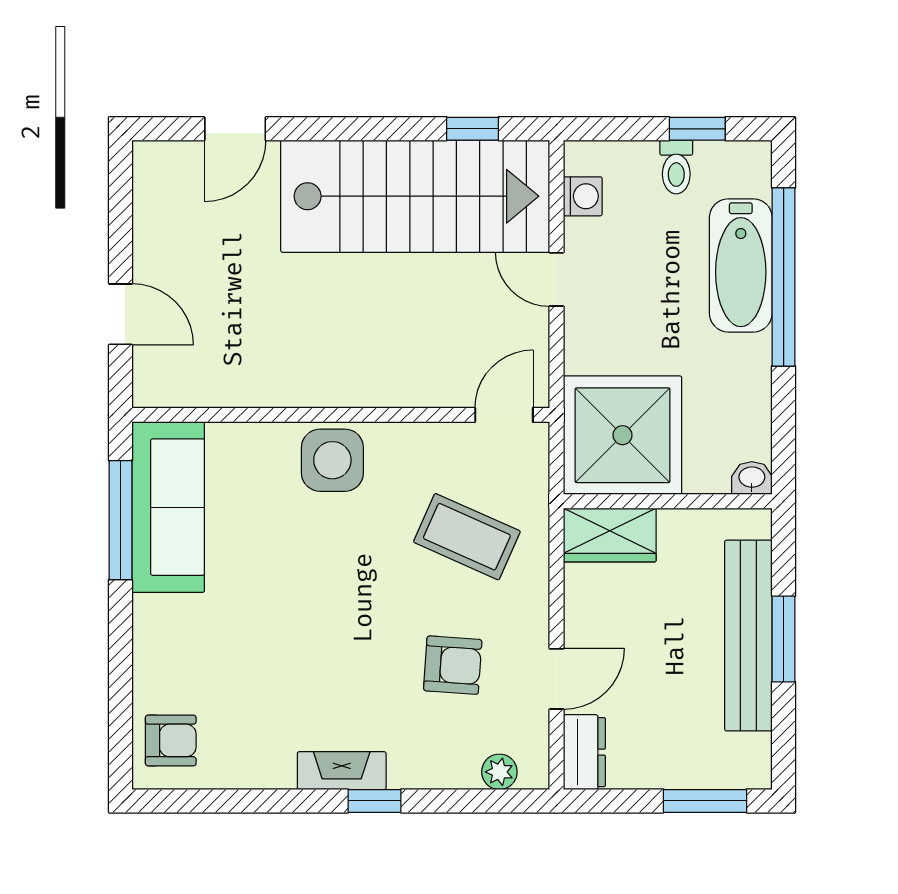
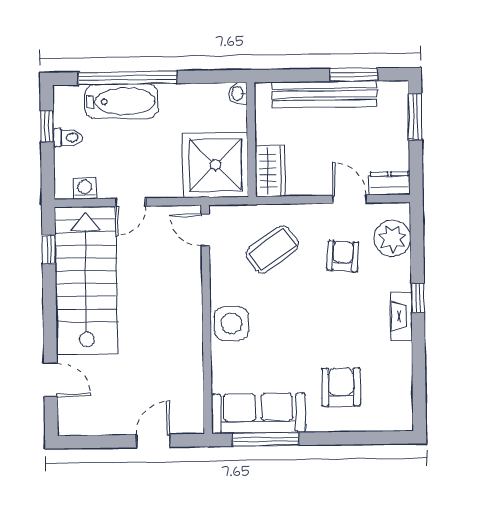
coffee table: (467, 537) -> (272, 249), turned 31
window: (784, 639) -> (354, 75), moved
armchair: (171, 740) -> (341, 387), moved, width x1.38, depth x1.38
plant: (499, 772) -> (392, 238), width x1.88, depth x1.88

